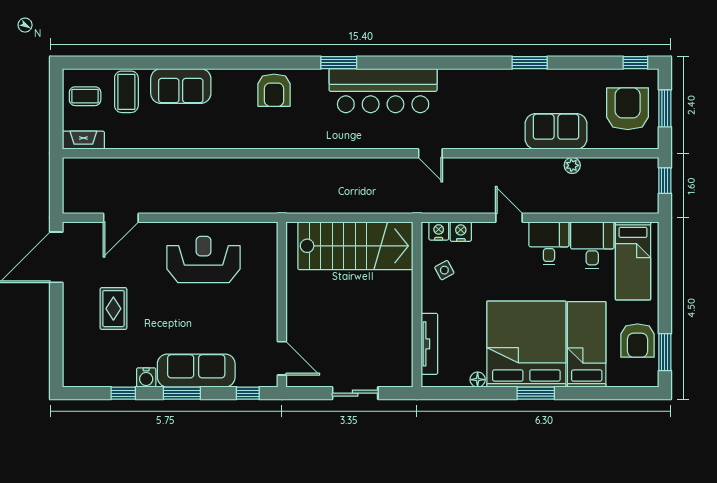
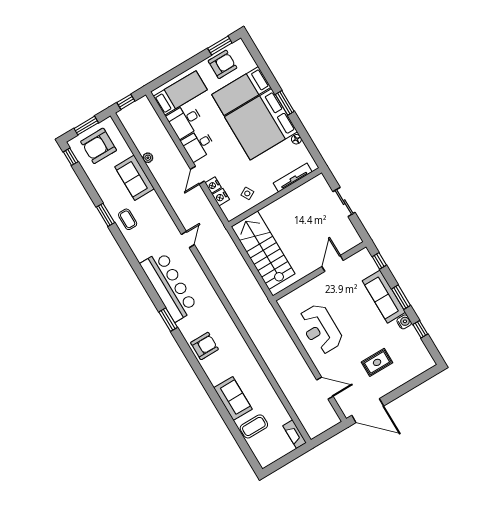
coffee table: (85, 96) -> (128, 219), moved
nightstand: (439, 231) -> (213, 185), moved
door: (282, 358) -> (333, 263), moved

